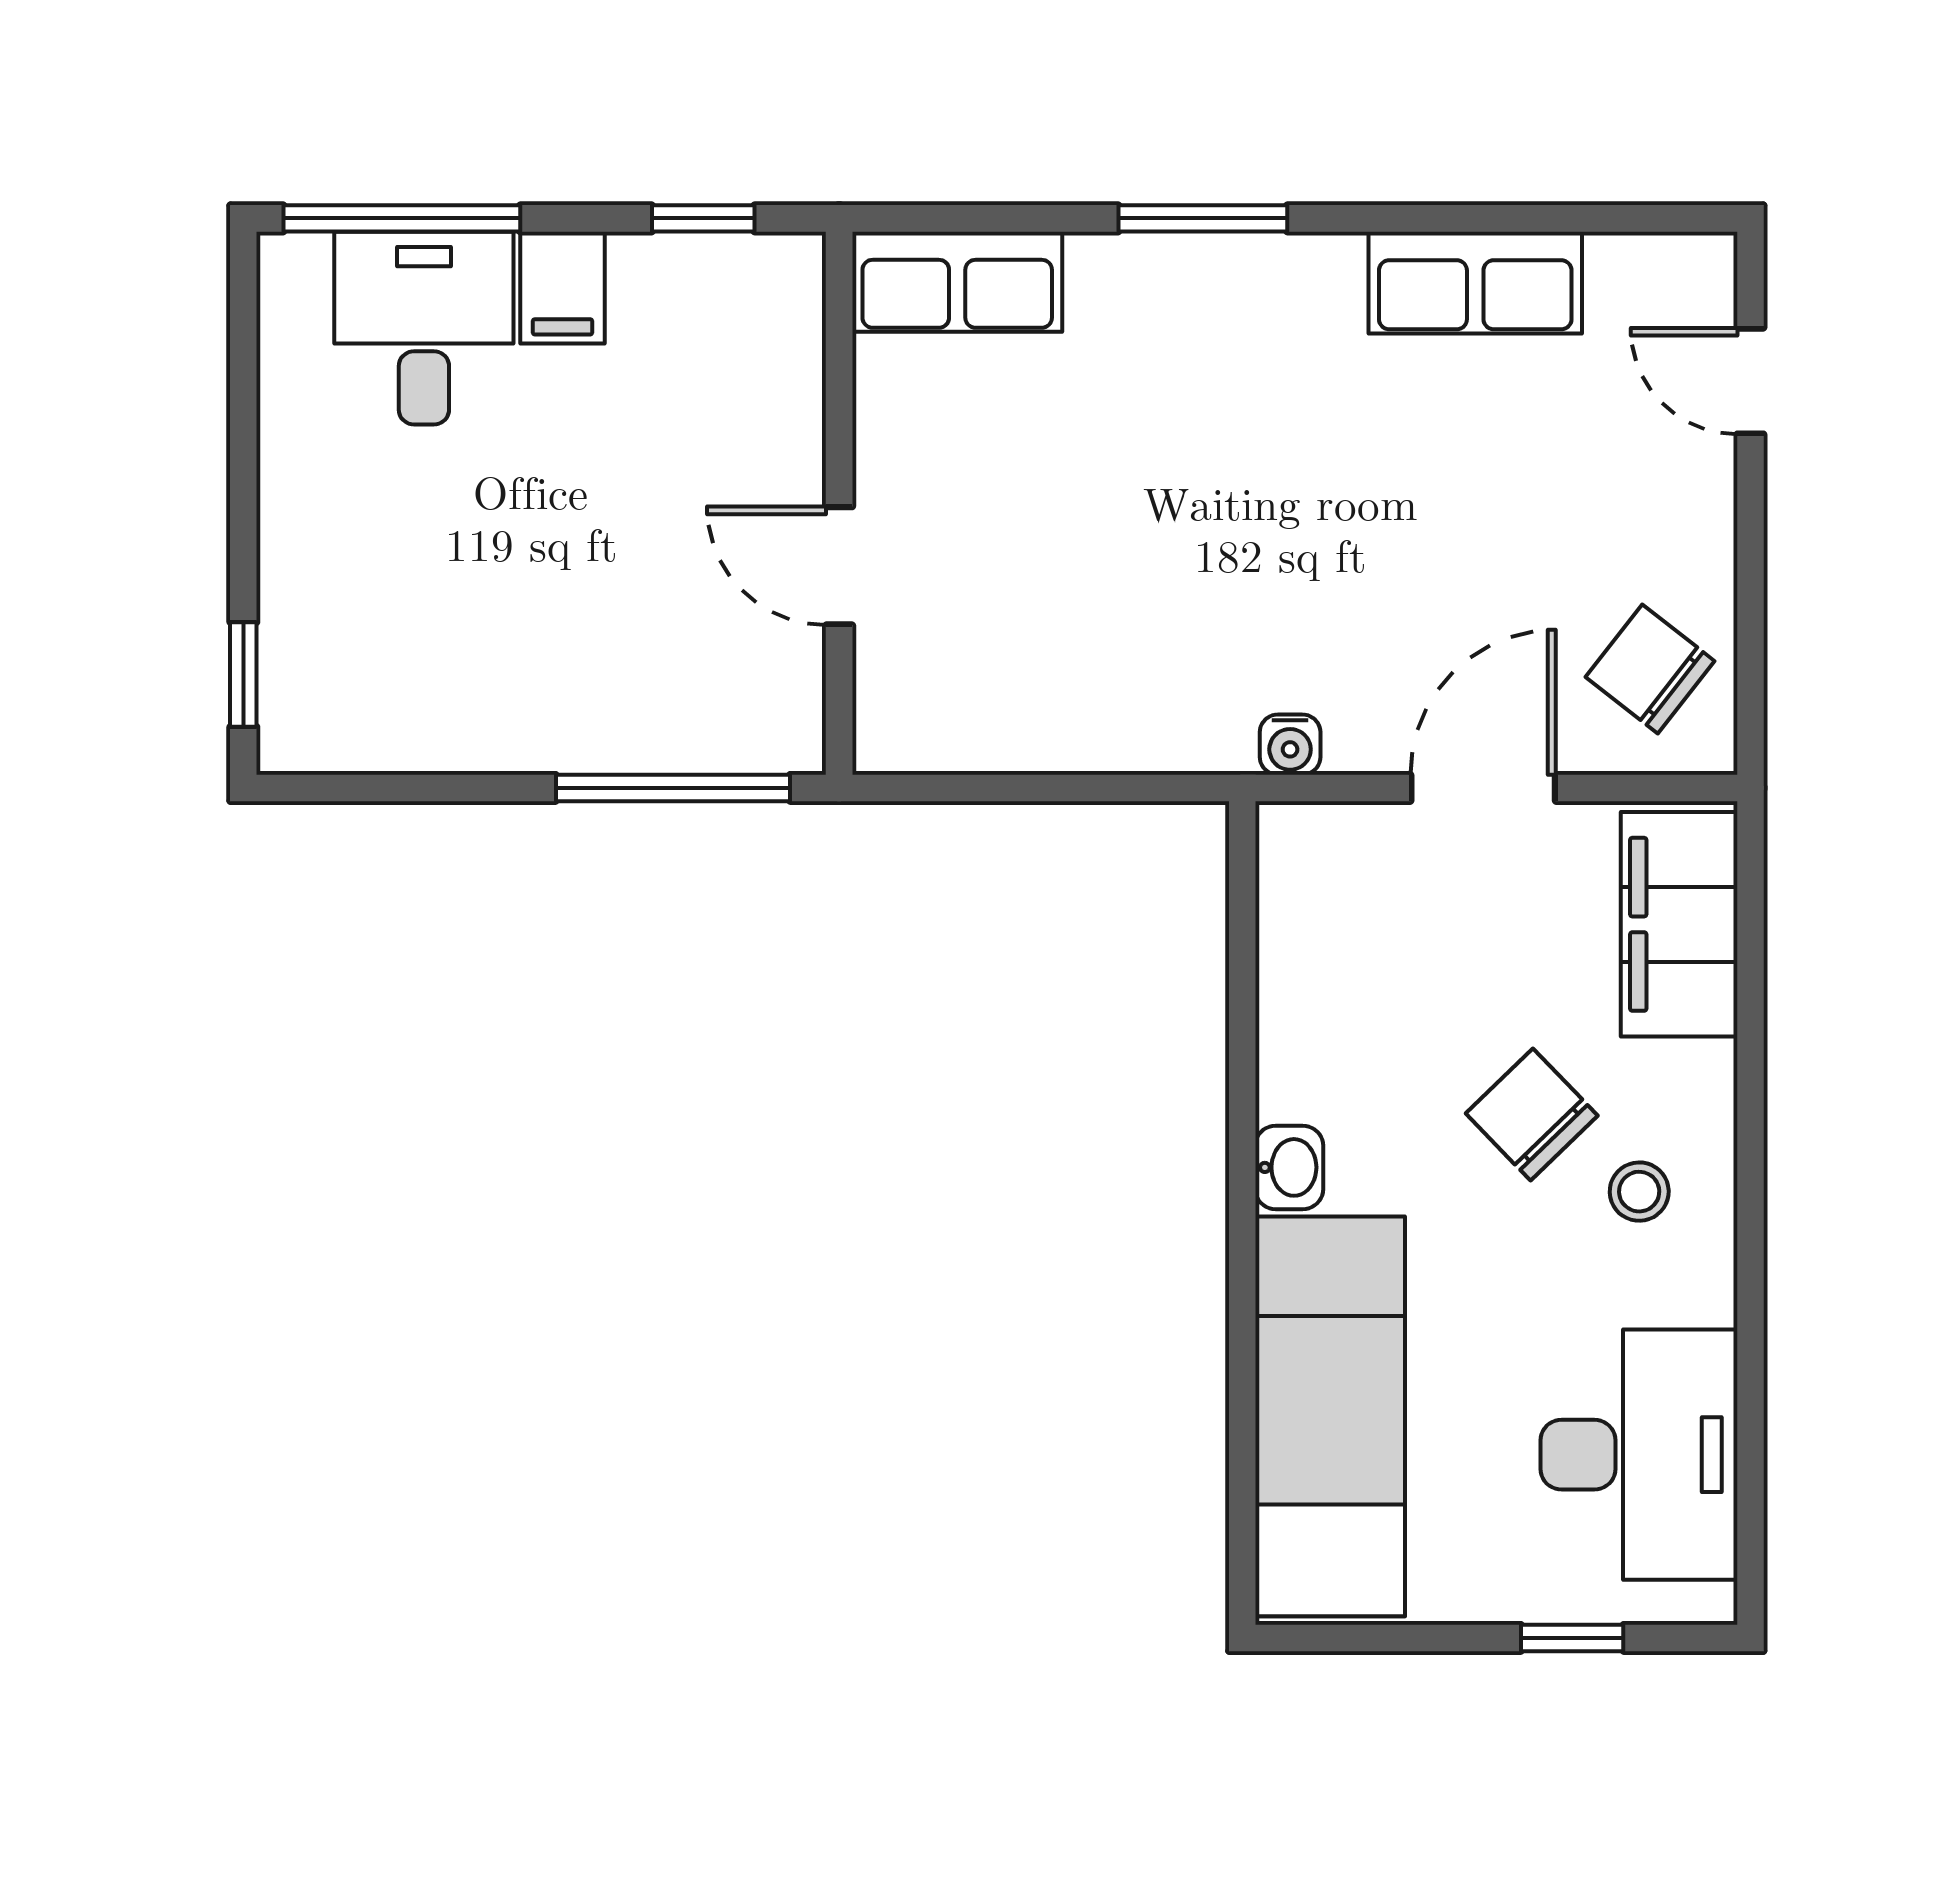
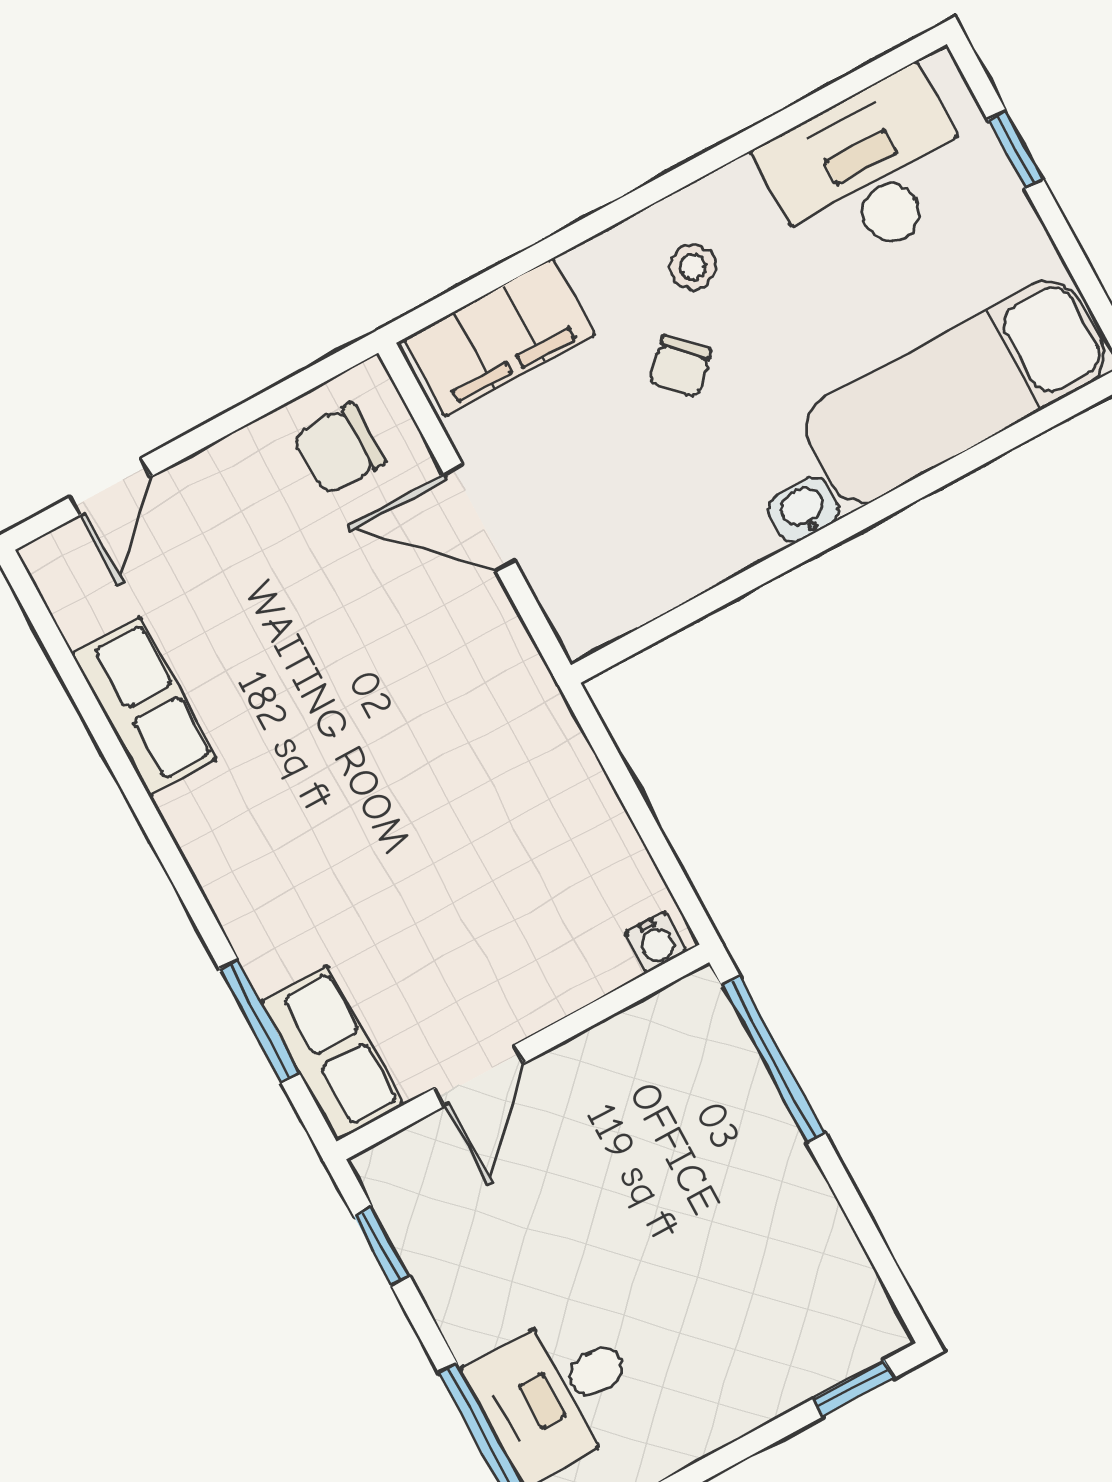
window: (1203, 218) -> (260, 1021), moved
filing cabinet: (562, 288) -> (479, 1315), removed
door: (839, 566) -> (479, 1076), moved
chair: (1650, 669) -> (339, 449), turned 52
water cooler: (1290, 745) -> (656, 942), moved, turned 90
chair: (1532, 1114) -> (680, 367), width x0.73, depth x0.73

